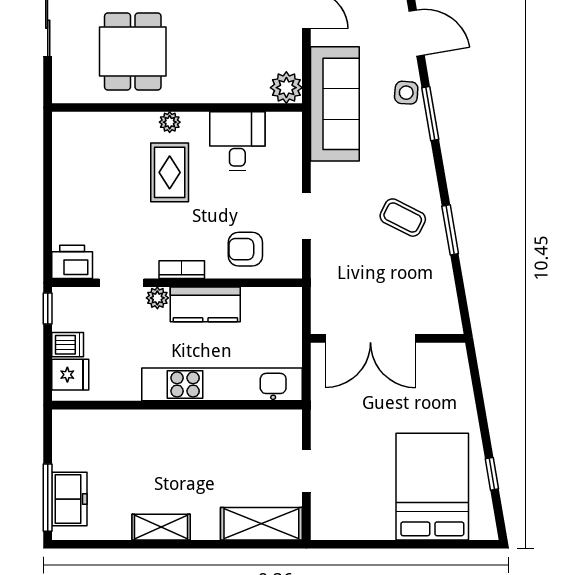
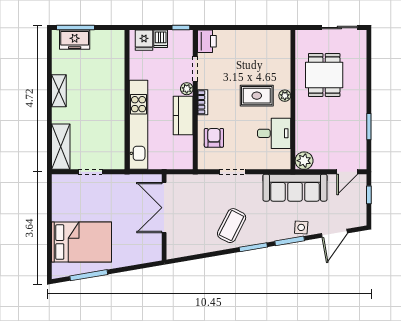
dining table: (133, 52) -> (324, 75), turned 90
coffee table: (403, 218) -> (232, 226), width x1.36, depth x1.30
window: (450, 230) -> (253, 247), moved
window: (492, 474) -> (89, 275), width x2.17

